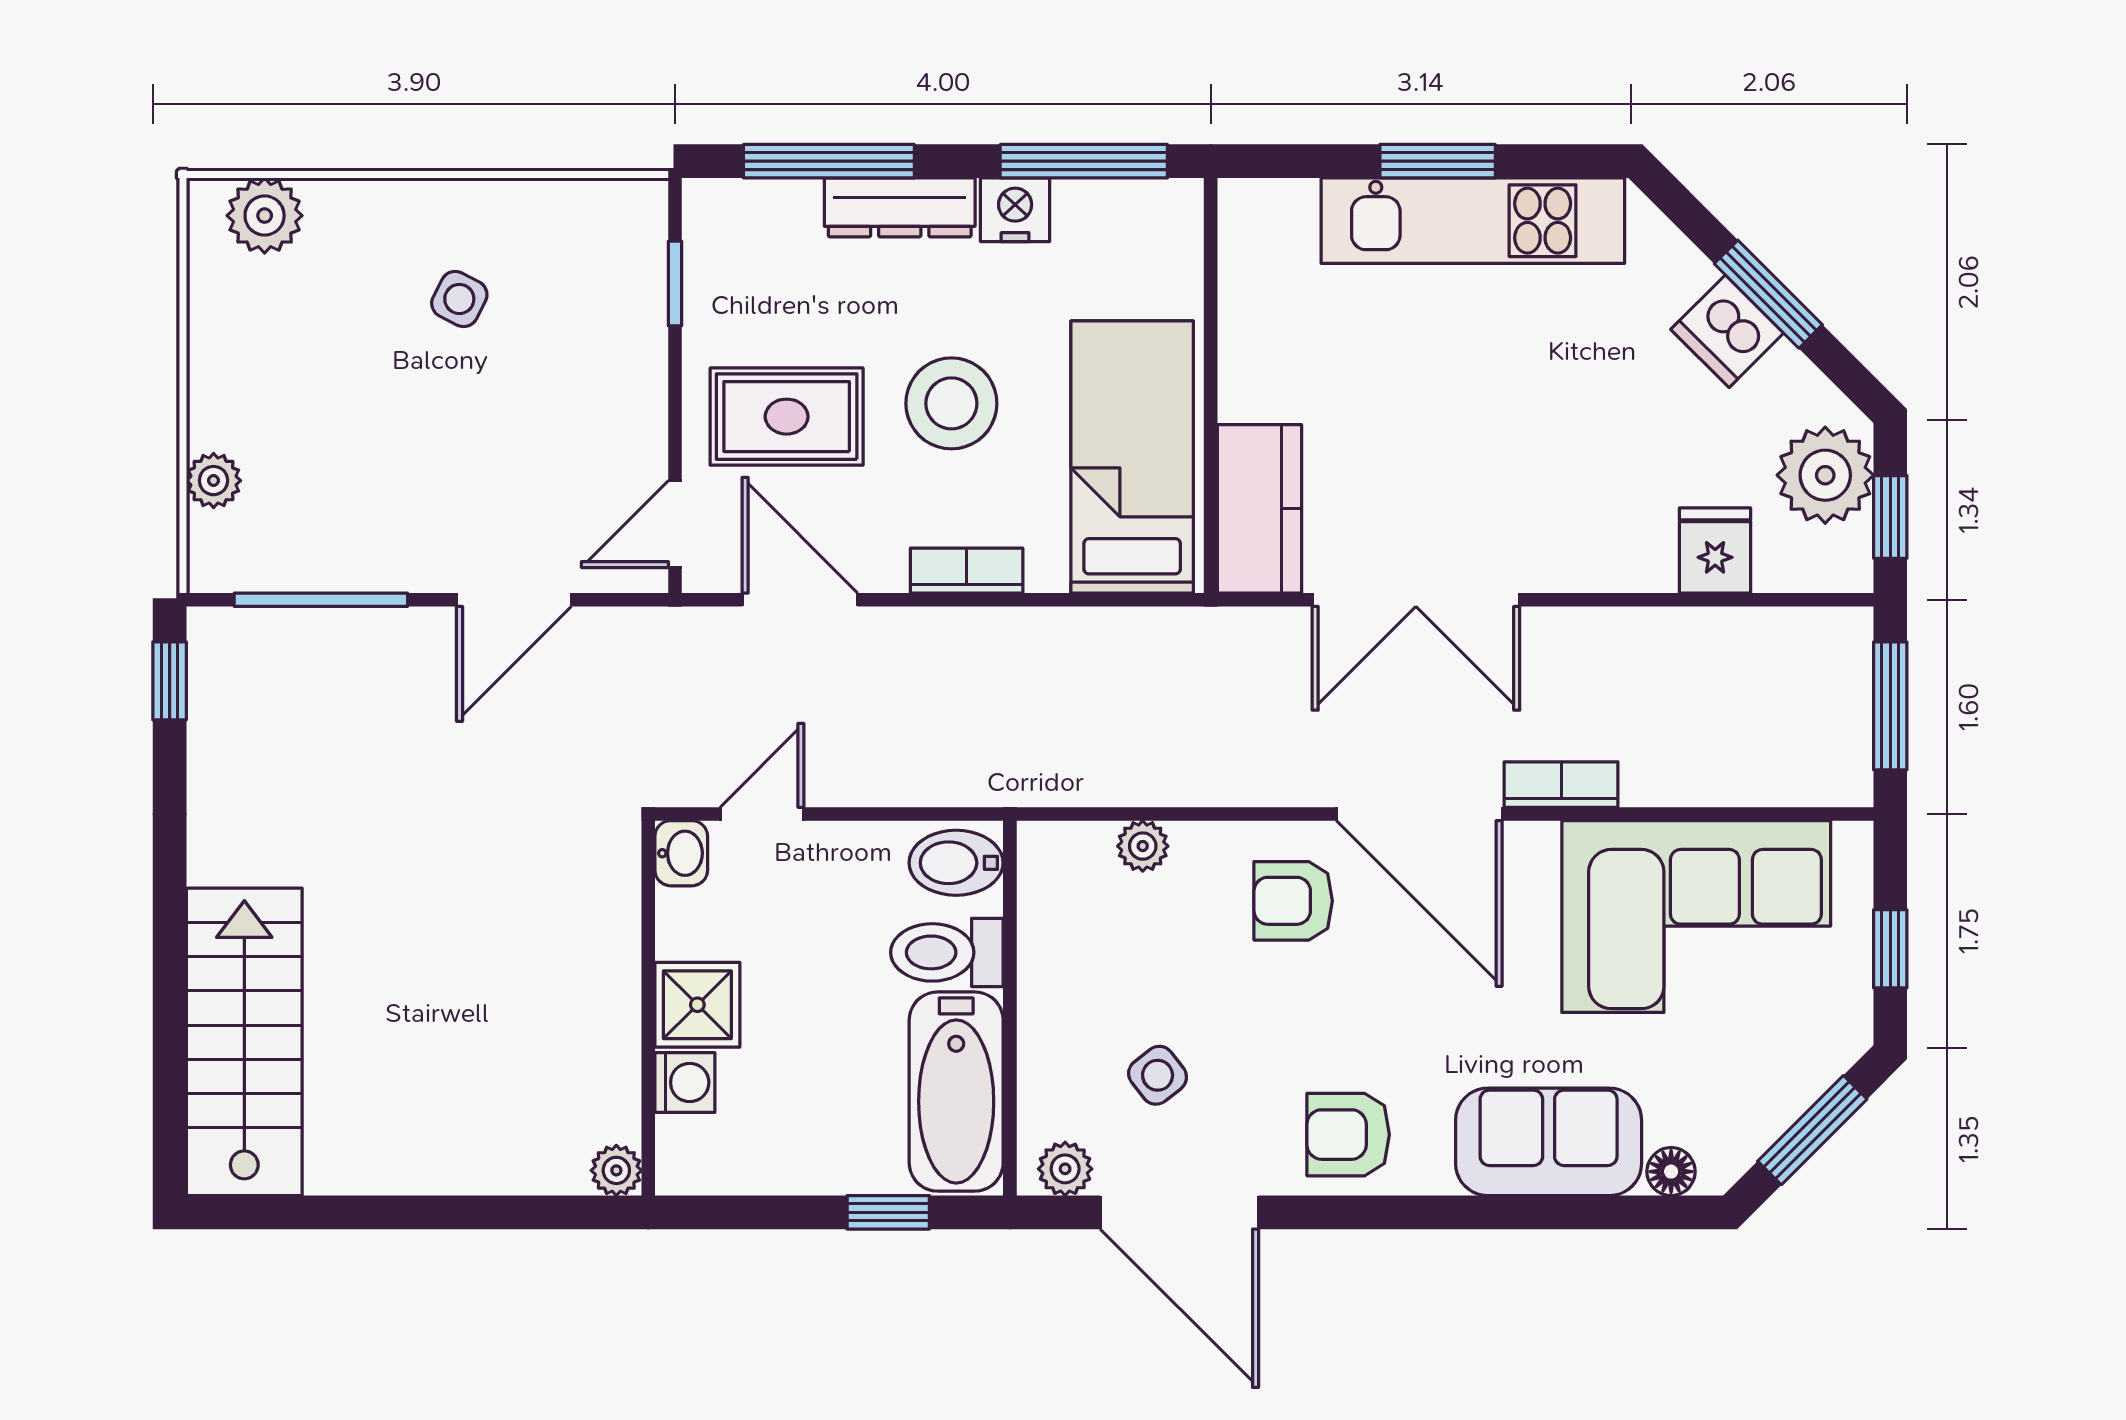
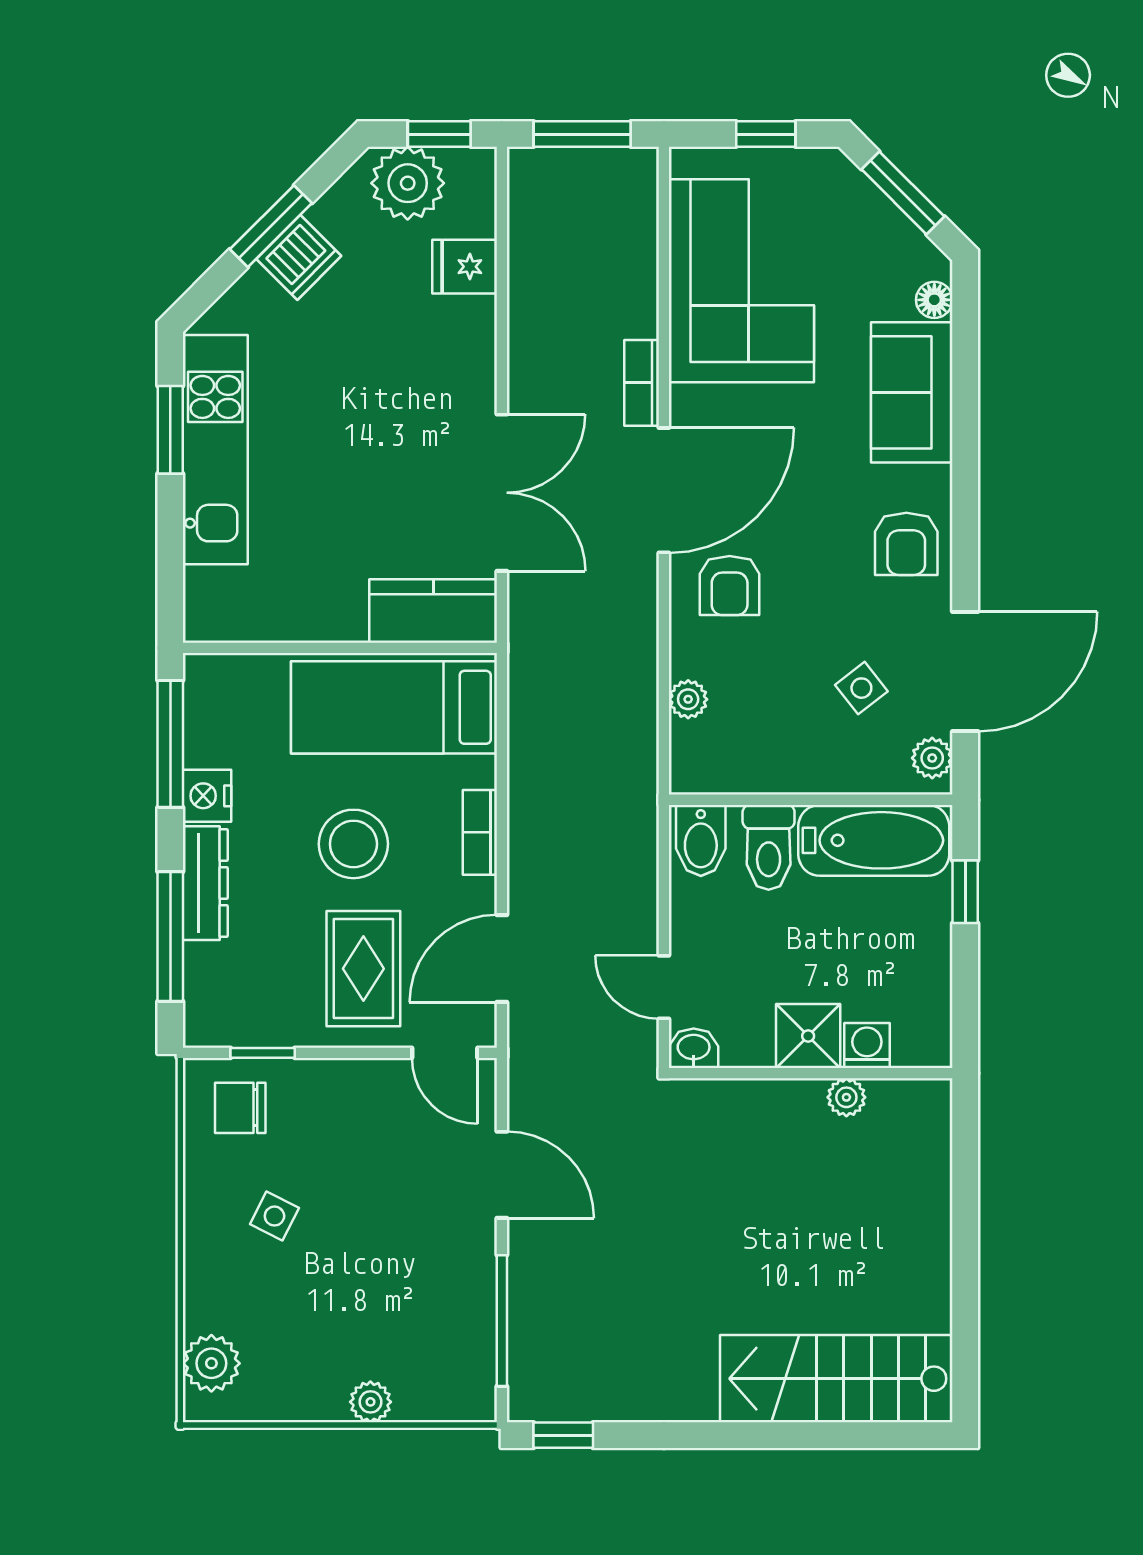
window: (1438, 161) -> (170, 430), moved
chair: (602, 254) -> (240, 1108), added
plant: (214, 481) -> (370, 1402), moved
plant: (616, 1170) -> (846, 1097), moved

